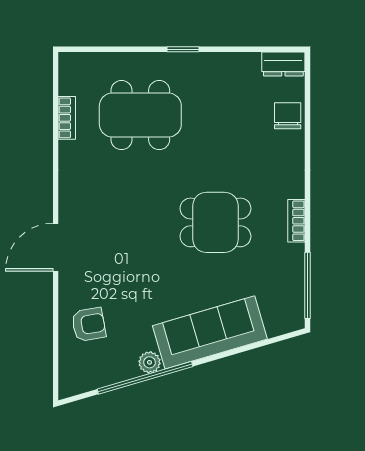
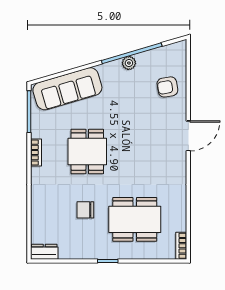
chair: (288, 116) -> (85, 210), moved, turned 90
bookcase: (67, 118) -> (181, 246), moved
dining table: (215, 222) -> (87, 152), turned 90
sofa: (210, 332) -> (67, 89), moved

